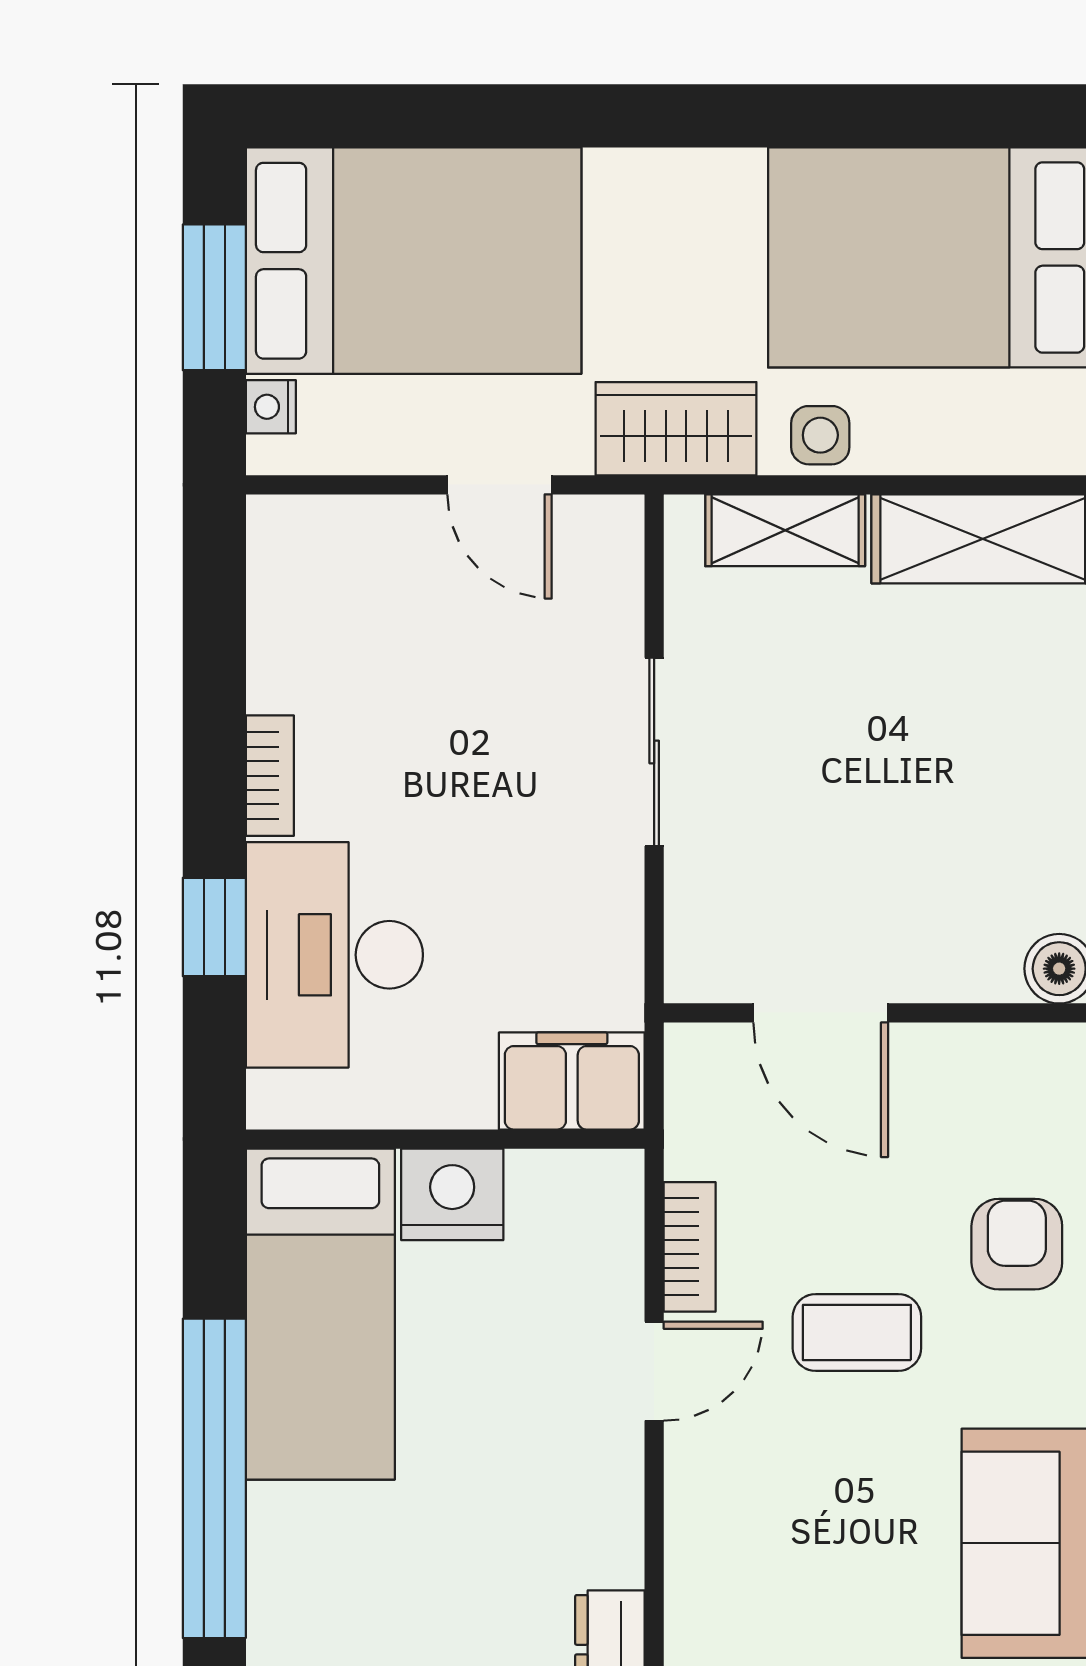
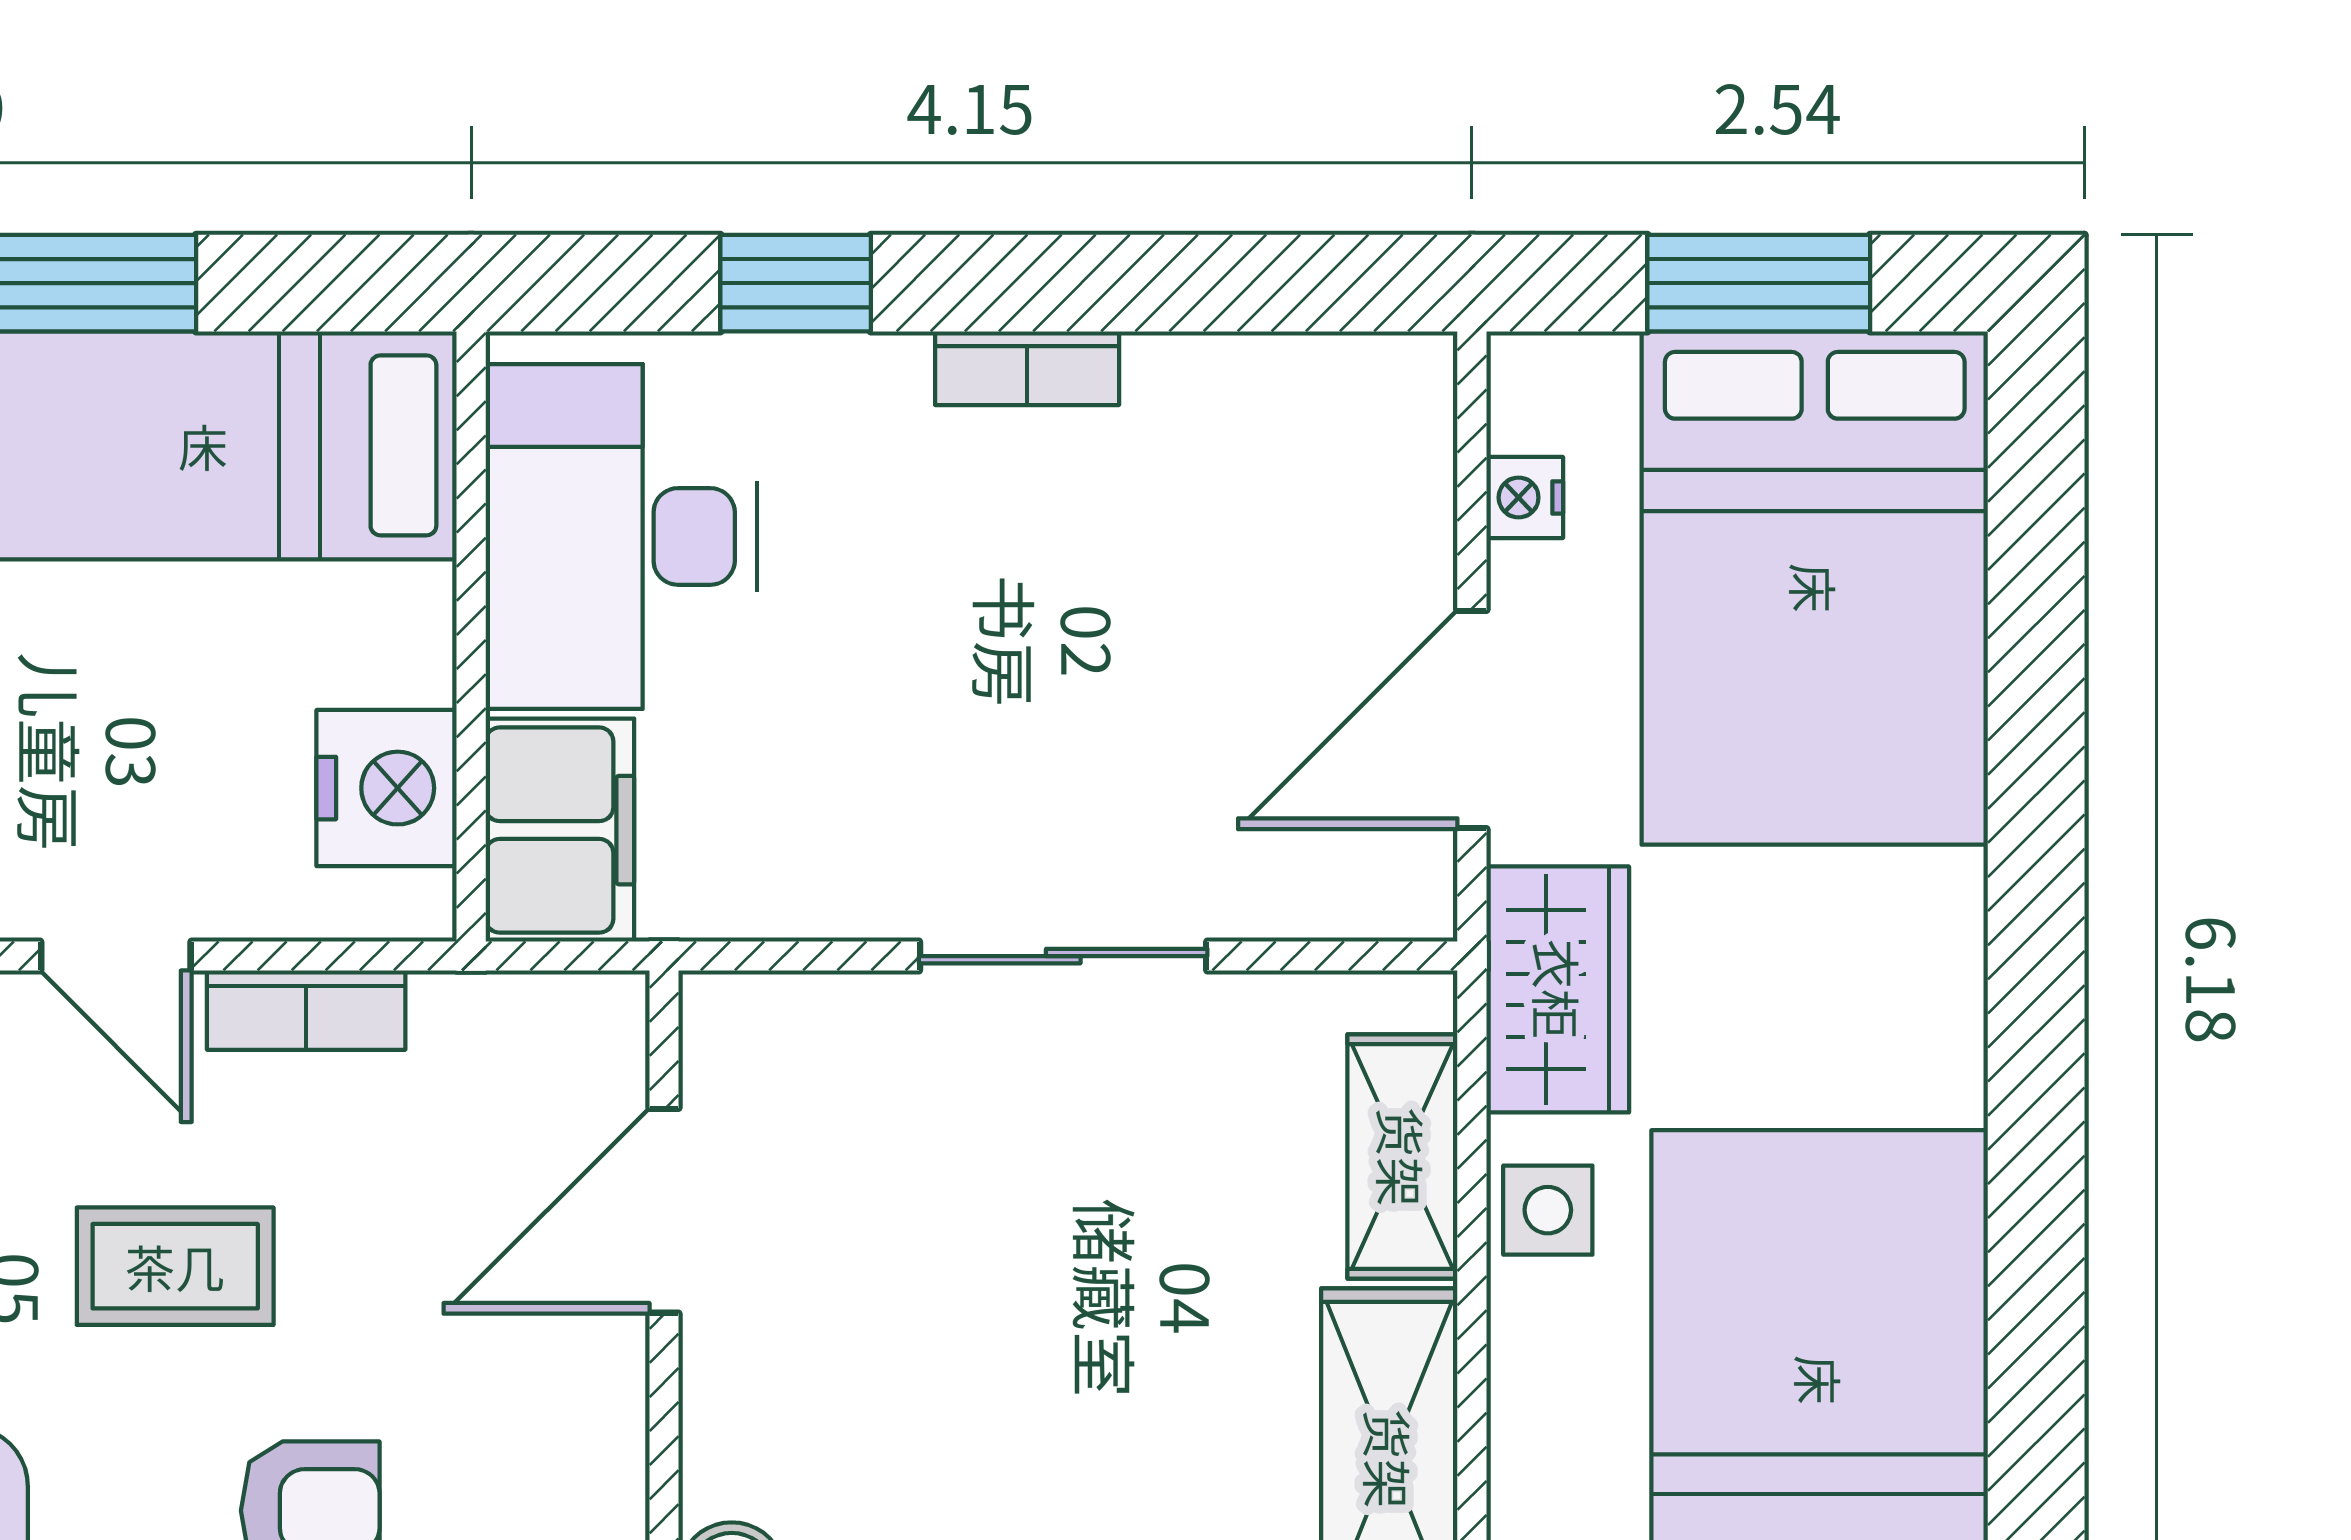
nightstand: (271, 407) -> (1525, 498), moved, turned -90
door: (500, 485) -> (1472, 720), width x1.38
desk: (334, 955) -> (621, 536), moved, turned -90
nightstand: (452, 1194) -> (387, 788), moved
coffee table: (857, 1332) -> (175, 1266), turned 90

